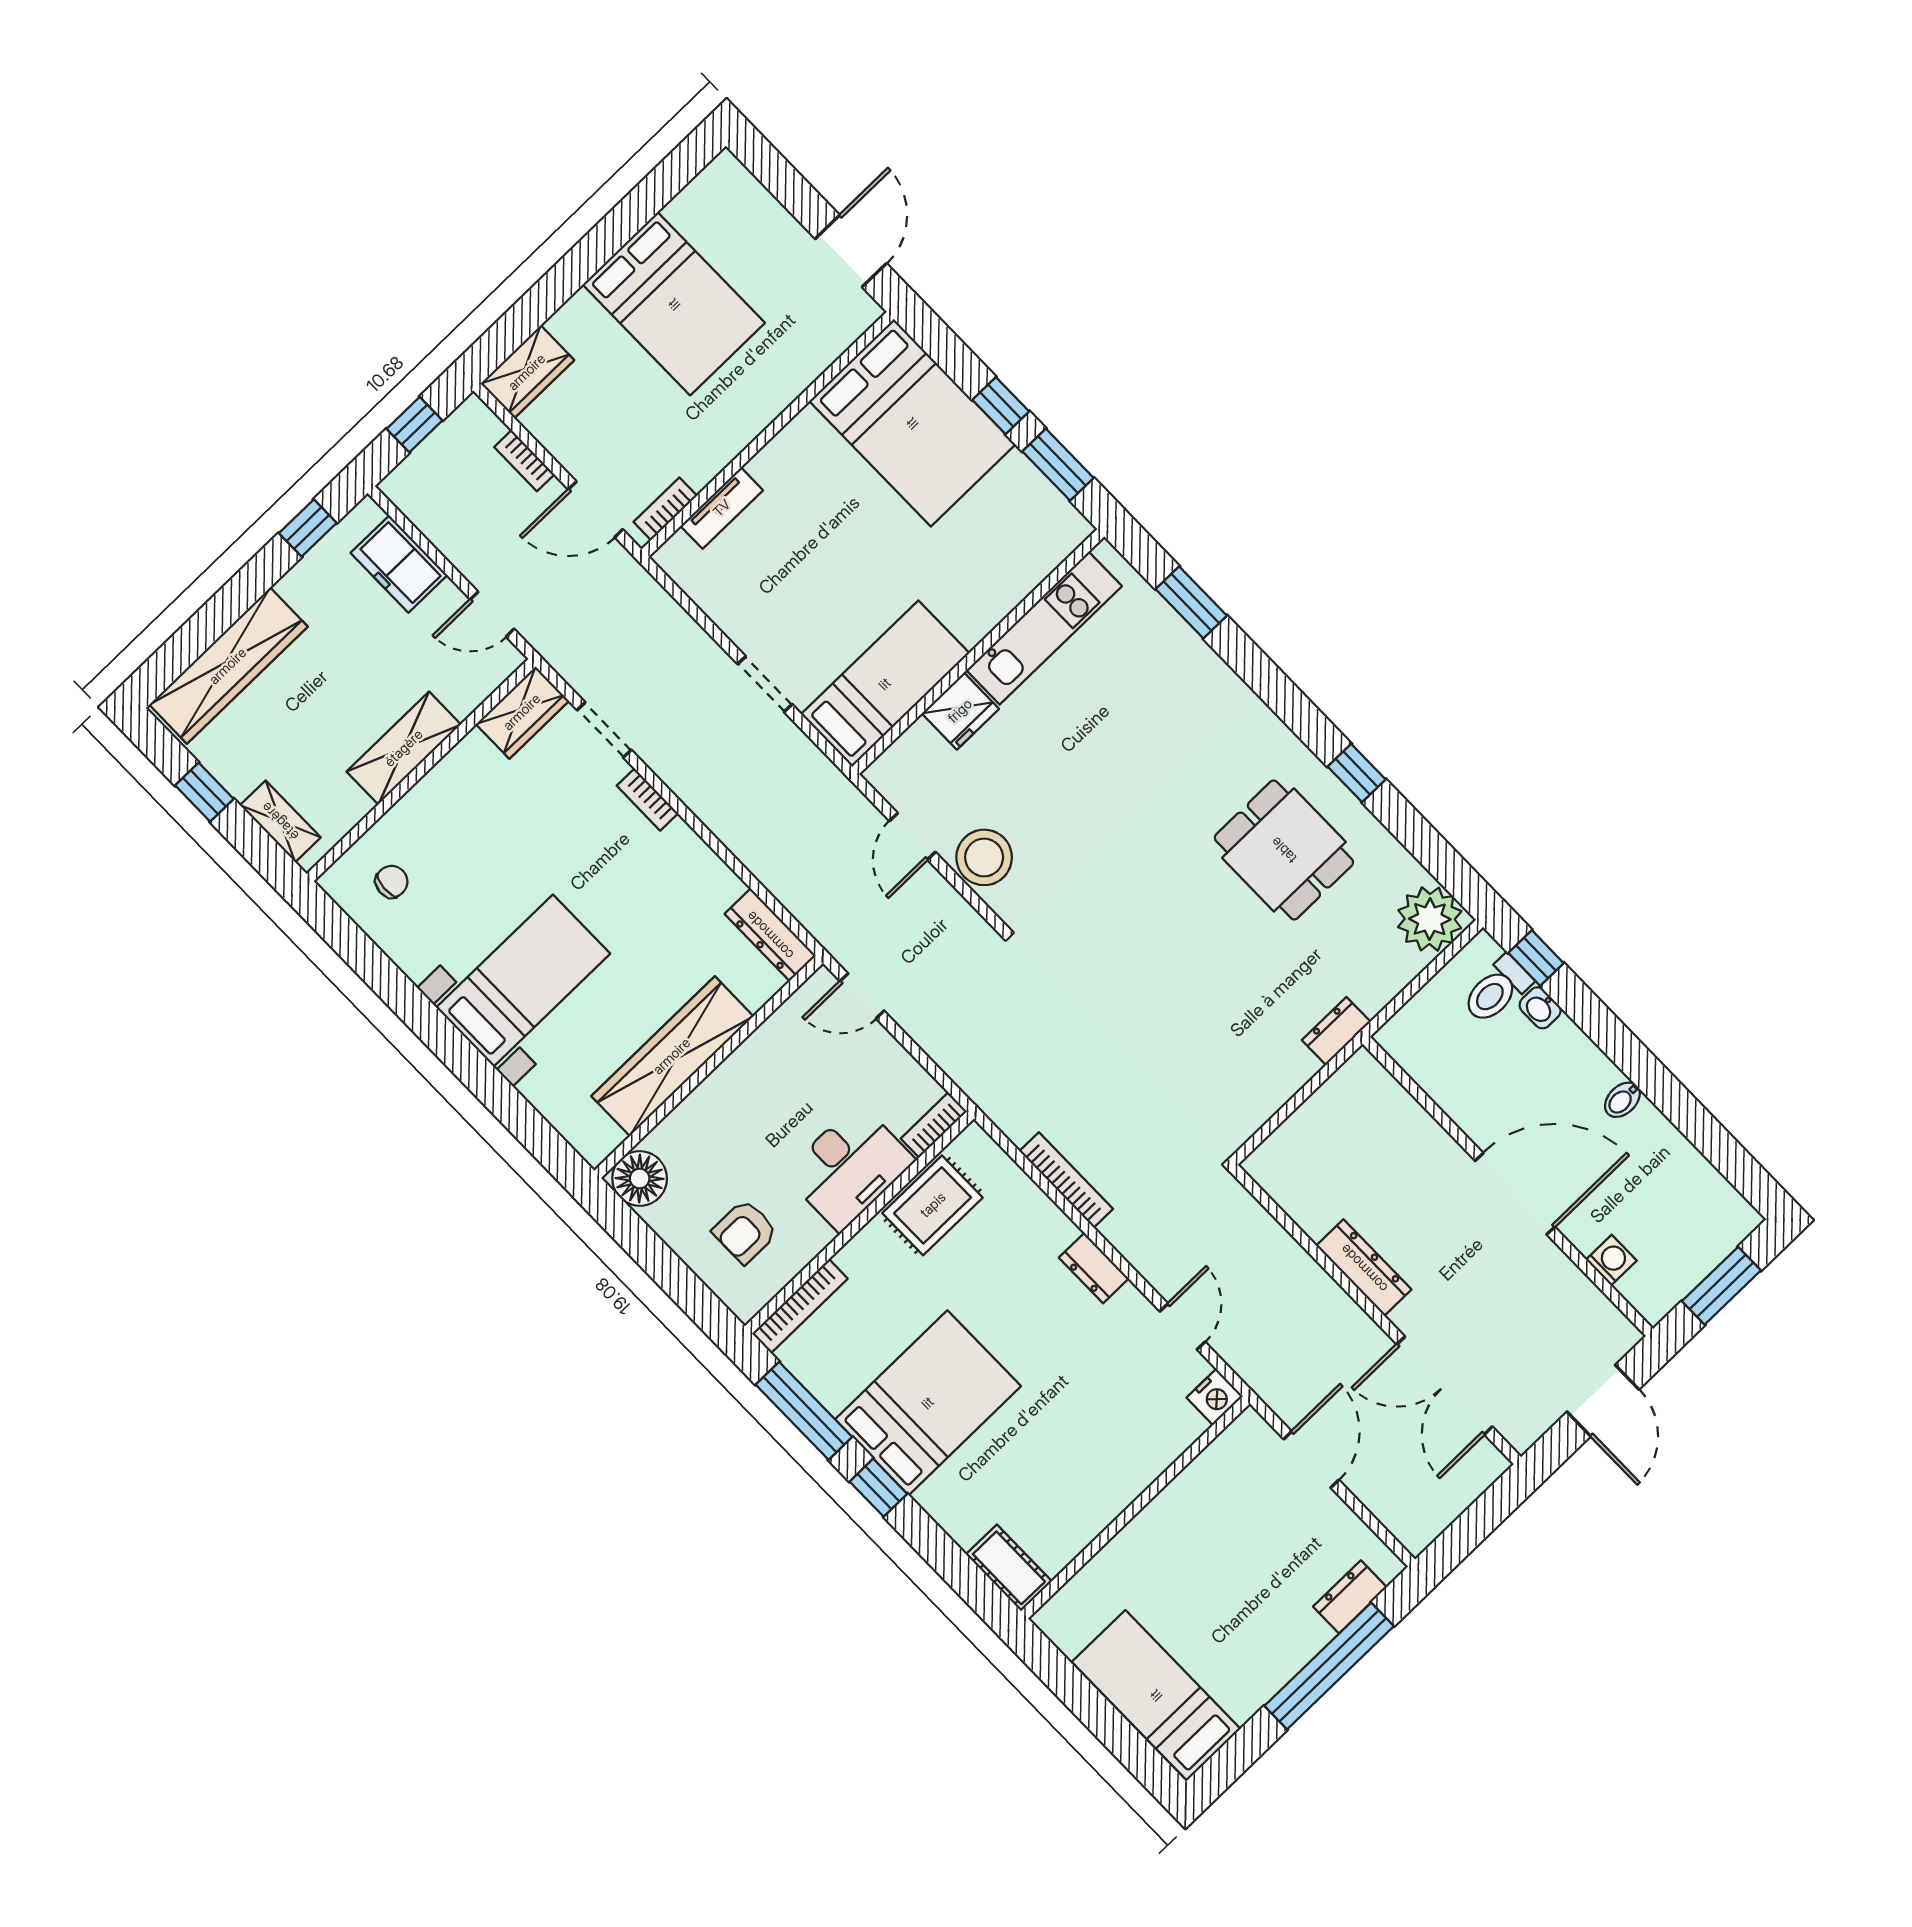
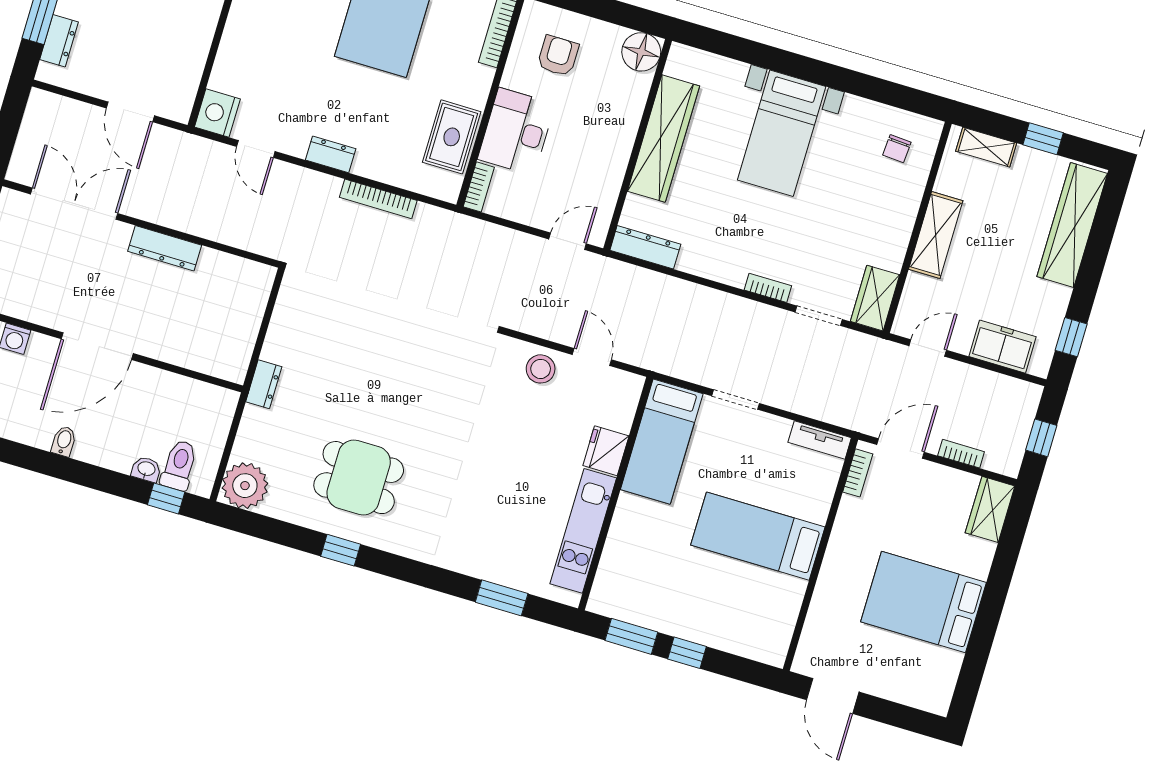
bed: (912, 423) -> (758, 536), moved, width x0.67
tv unit: (722, 508) -> (820, 440), moved, turned -90
stool: (984, 857) -> (541, 369), width x0.73, depth x0.73
nightstand: (1215, 1397) -> (217, 113), width x1.36, depth x1.33

